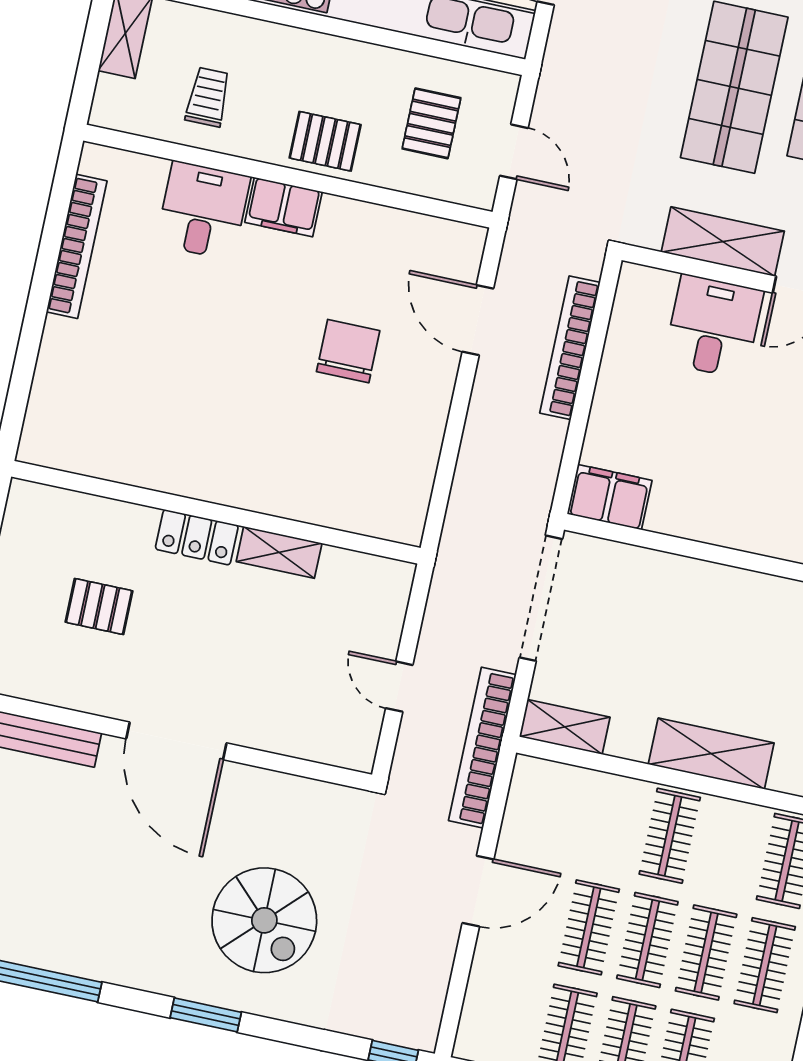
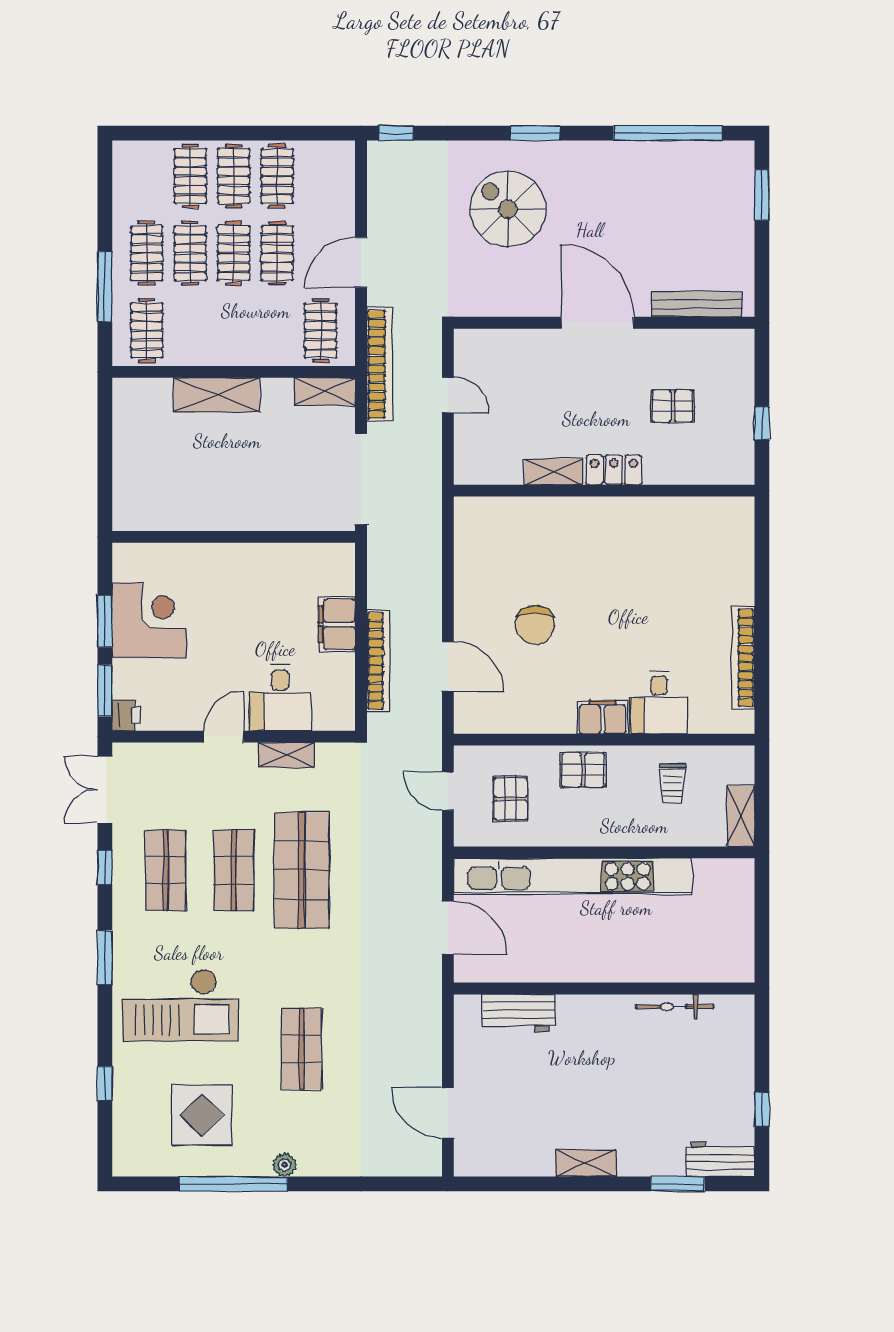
shelving: (723, 242) -> (286, 755), width x0.67, depth x0.75
filing cabinet: (610, 497) -> (337, 624), moved, turned 90
clothes rail: (670, 836) -> (321, 330), moved

